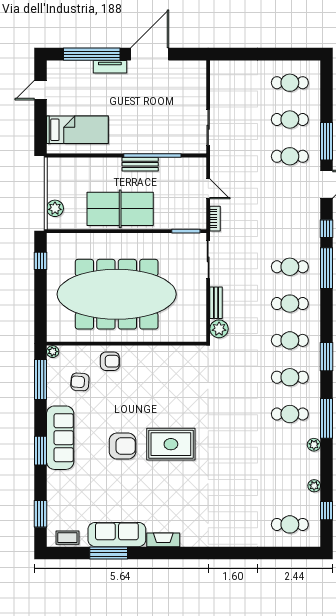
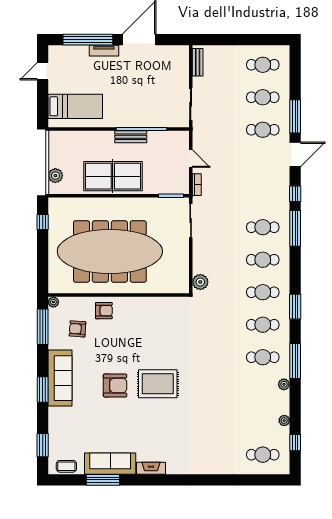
bench: (216, 303) -> (198, 62), moved

